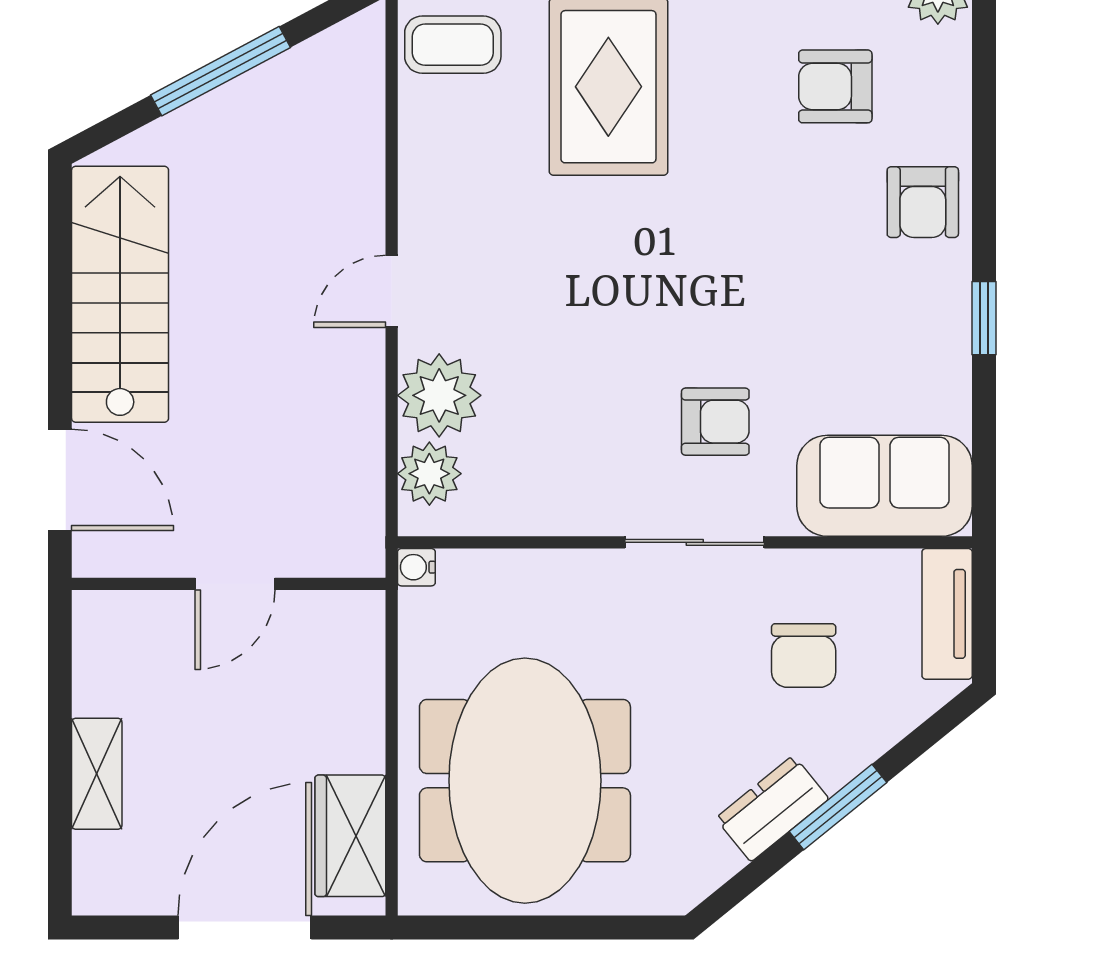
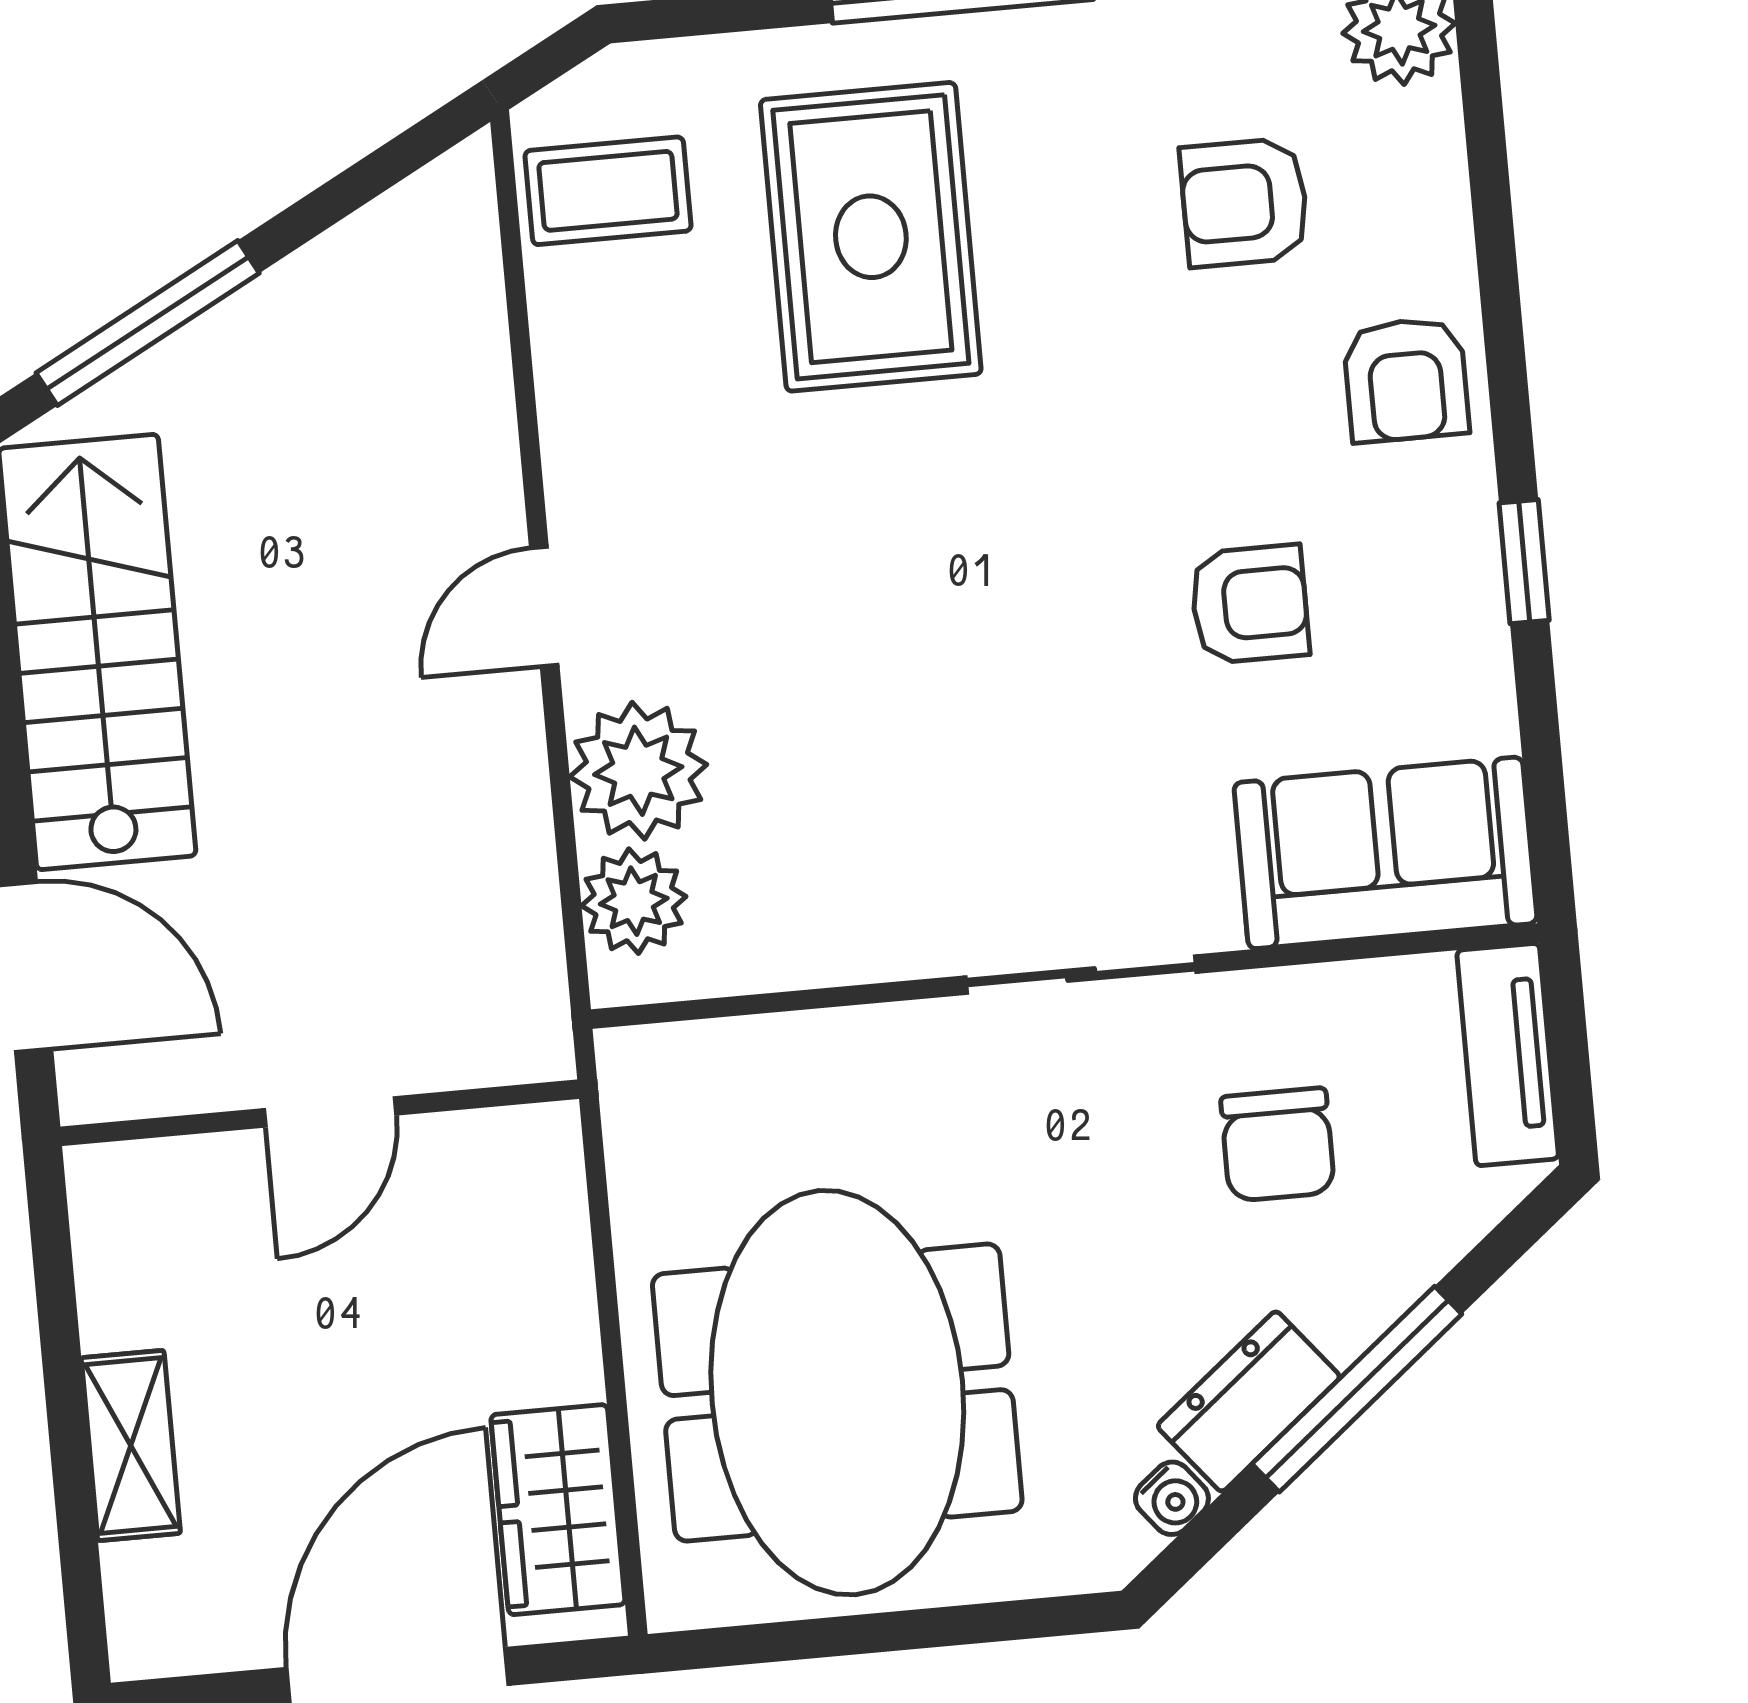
window: (220, 71) -> (148, 323), moved
armchair: (715, 422) -> (1250, 604), moved
water cooler: (416, 567) -> (1172, 1498), moved, turned -129
window: (838, 807) -> (1357, 1389), width x1.44

